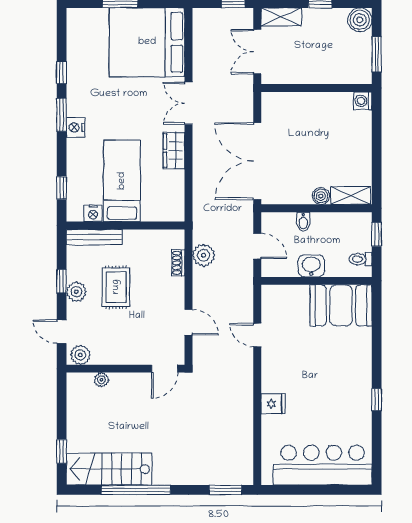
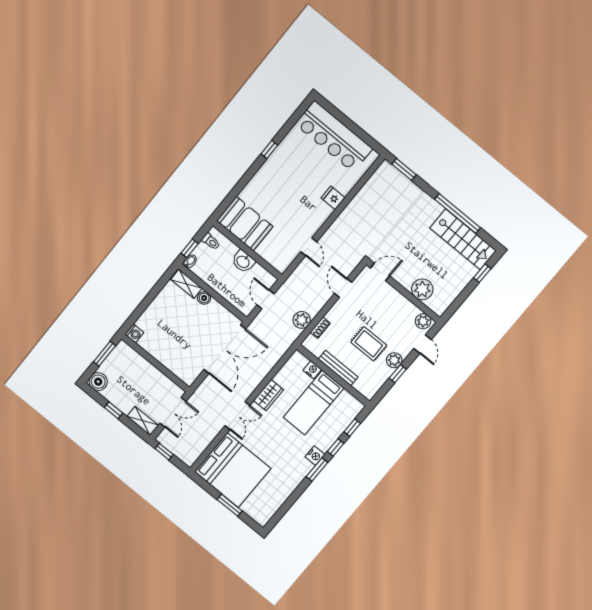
window: (62, 73) -> (336, 447), moved
nightstand: (93, 213) -> (312, 370), moved
bidet: (303, 222) -> (190, 261), moved
bench: (94, 237) -> (338, 368), moved
rug: (116, 287) -> (369, 344), turned 90
plant: (101, 380) -> (422, 289), width x1.88, depth x1.88

